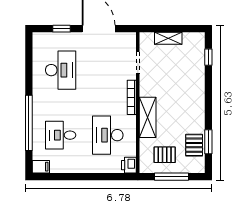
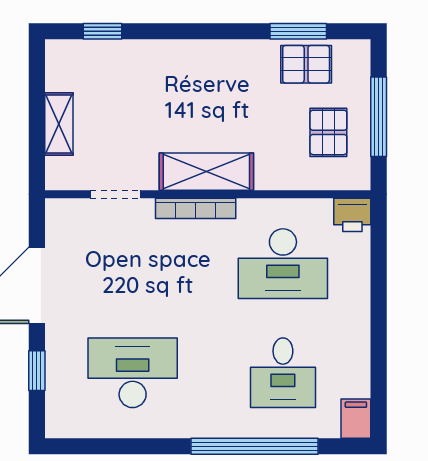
shelving: (148, 117) -> (206, 172), moved

